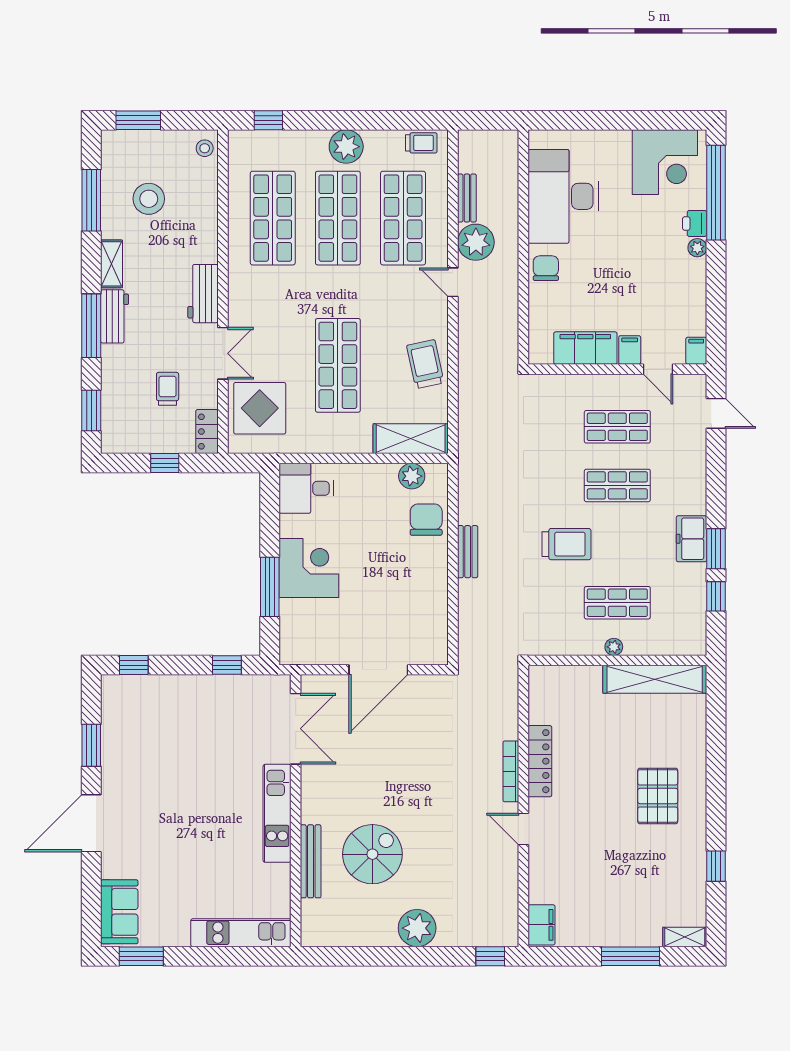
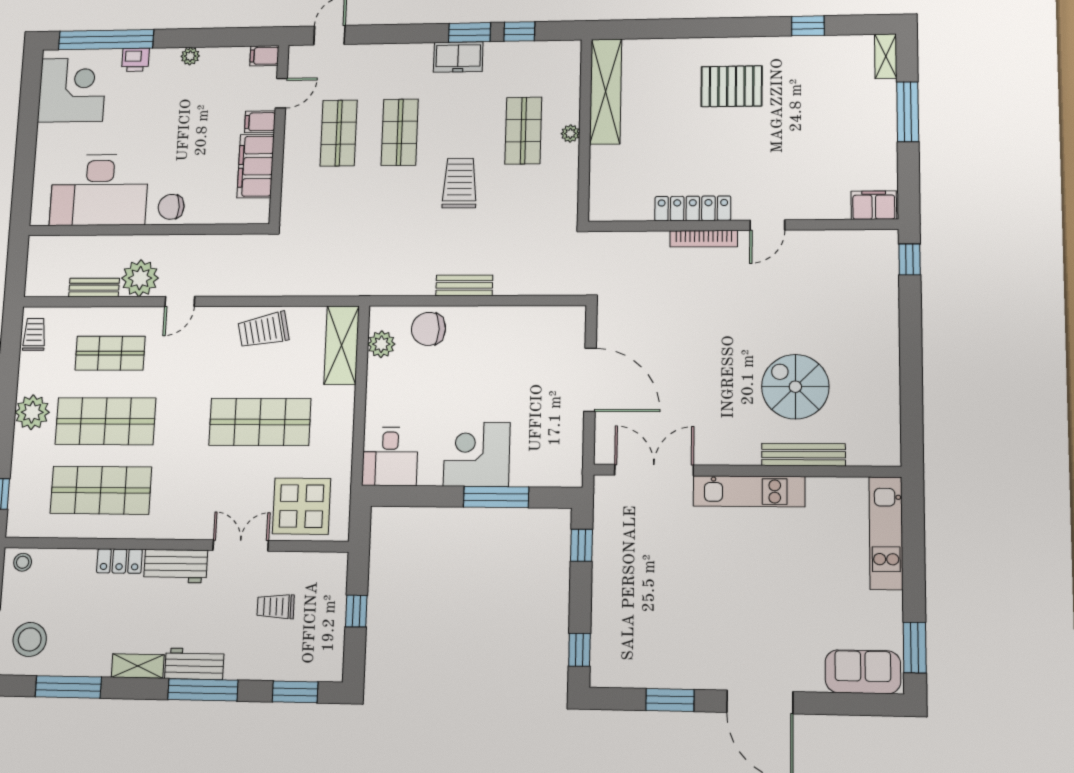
stool: (149, 199) -> (30, 639), moved
shop shelf: (403, 218) -> (110, 353), width x0.70, depth x0.74
plant: (697, 248) -> (190, 56), moved
locker: (207, 432) -> (119, 561), moved
plant: (417, 928) -> (879, 338), removed

